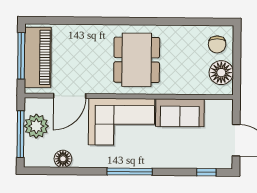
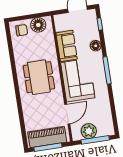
dining table: (137, 60) -> (39, 77), turned 90
door: (70, 96) -> (67, 114), hinge flipped
floor lamp: (63, 159) -> (96, 46), moved

